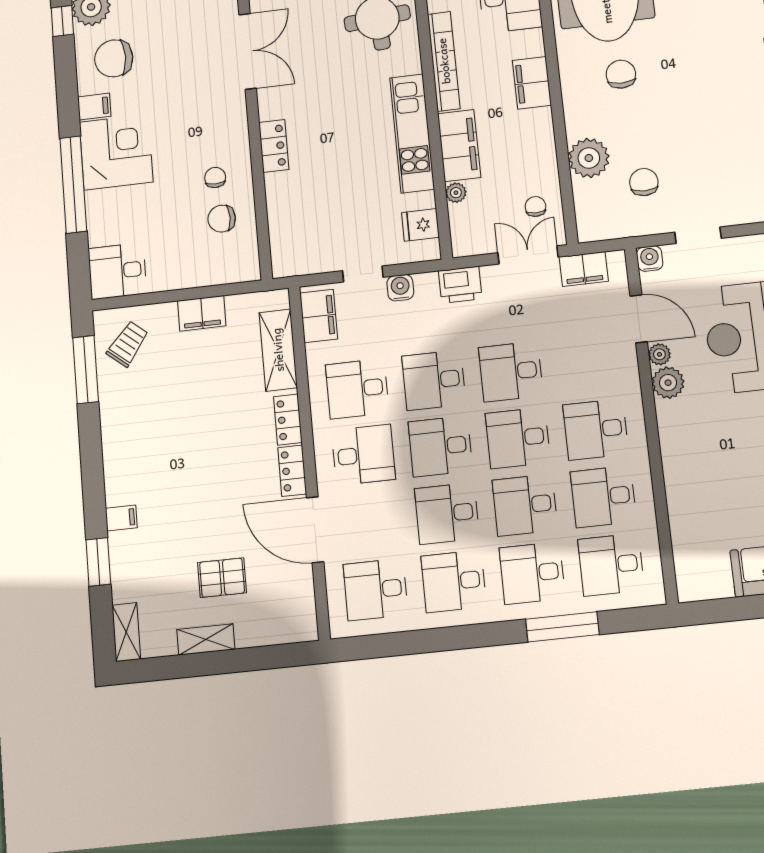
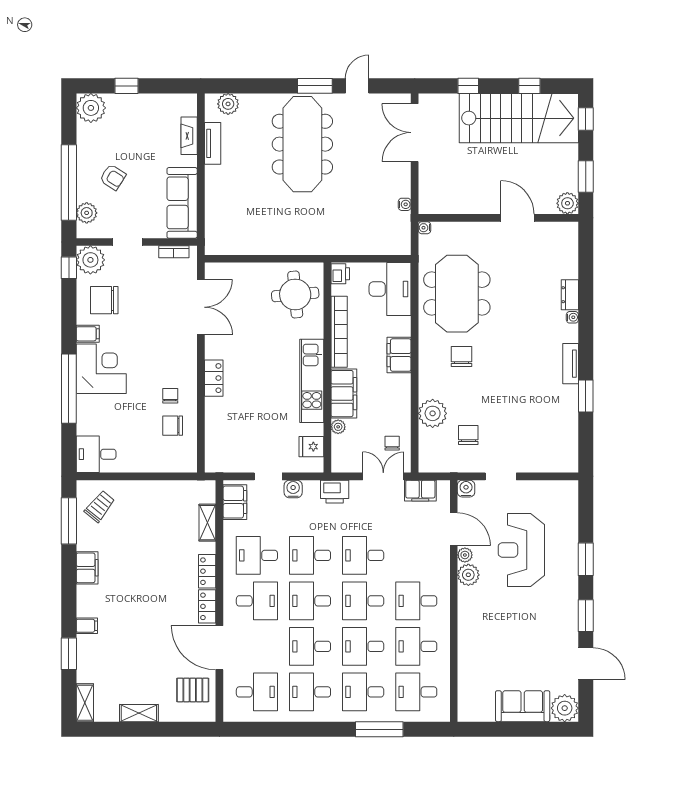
filing cabinet: (202, 313) -> (87, 568), moved, turned -90
shelving: (278, 350) -> (207, 523), width x0.67, depth x0.75
pallet: (222, 578) -> (193, 690), moved
desk: (376, 590) -> (257, 692), turned 180

